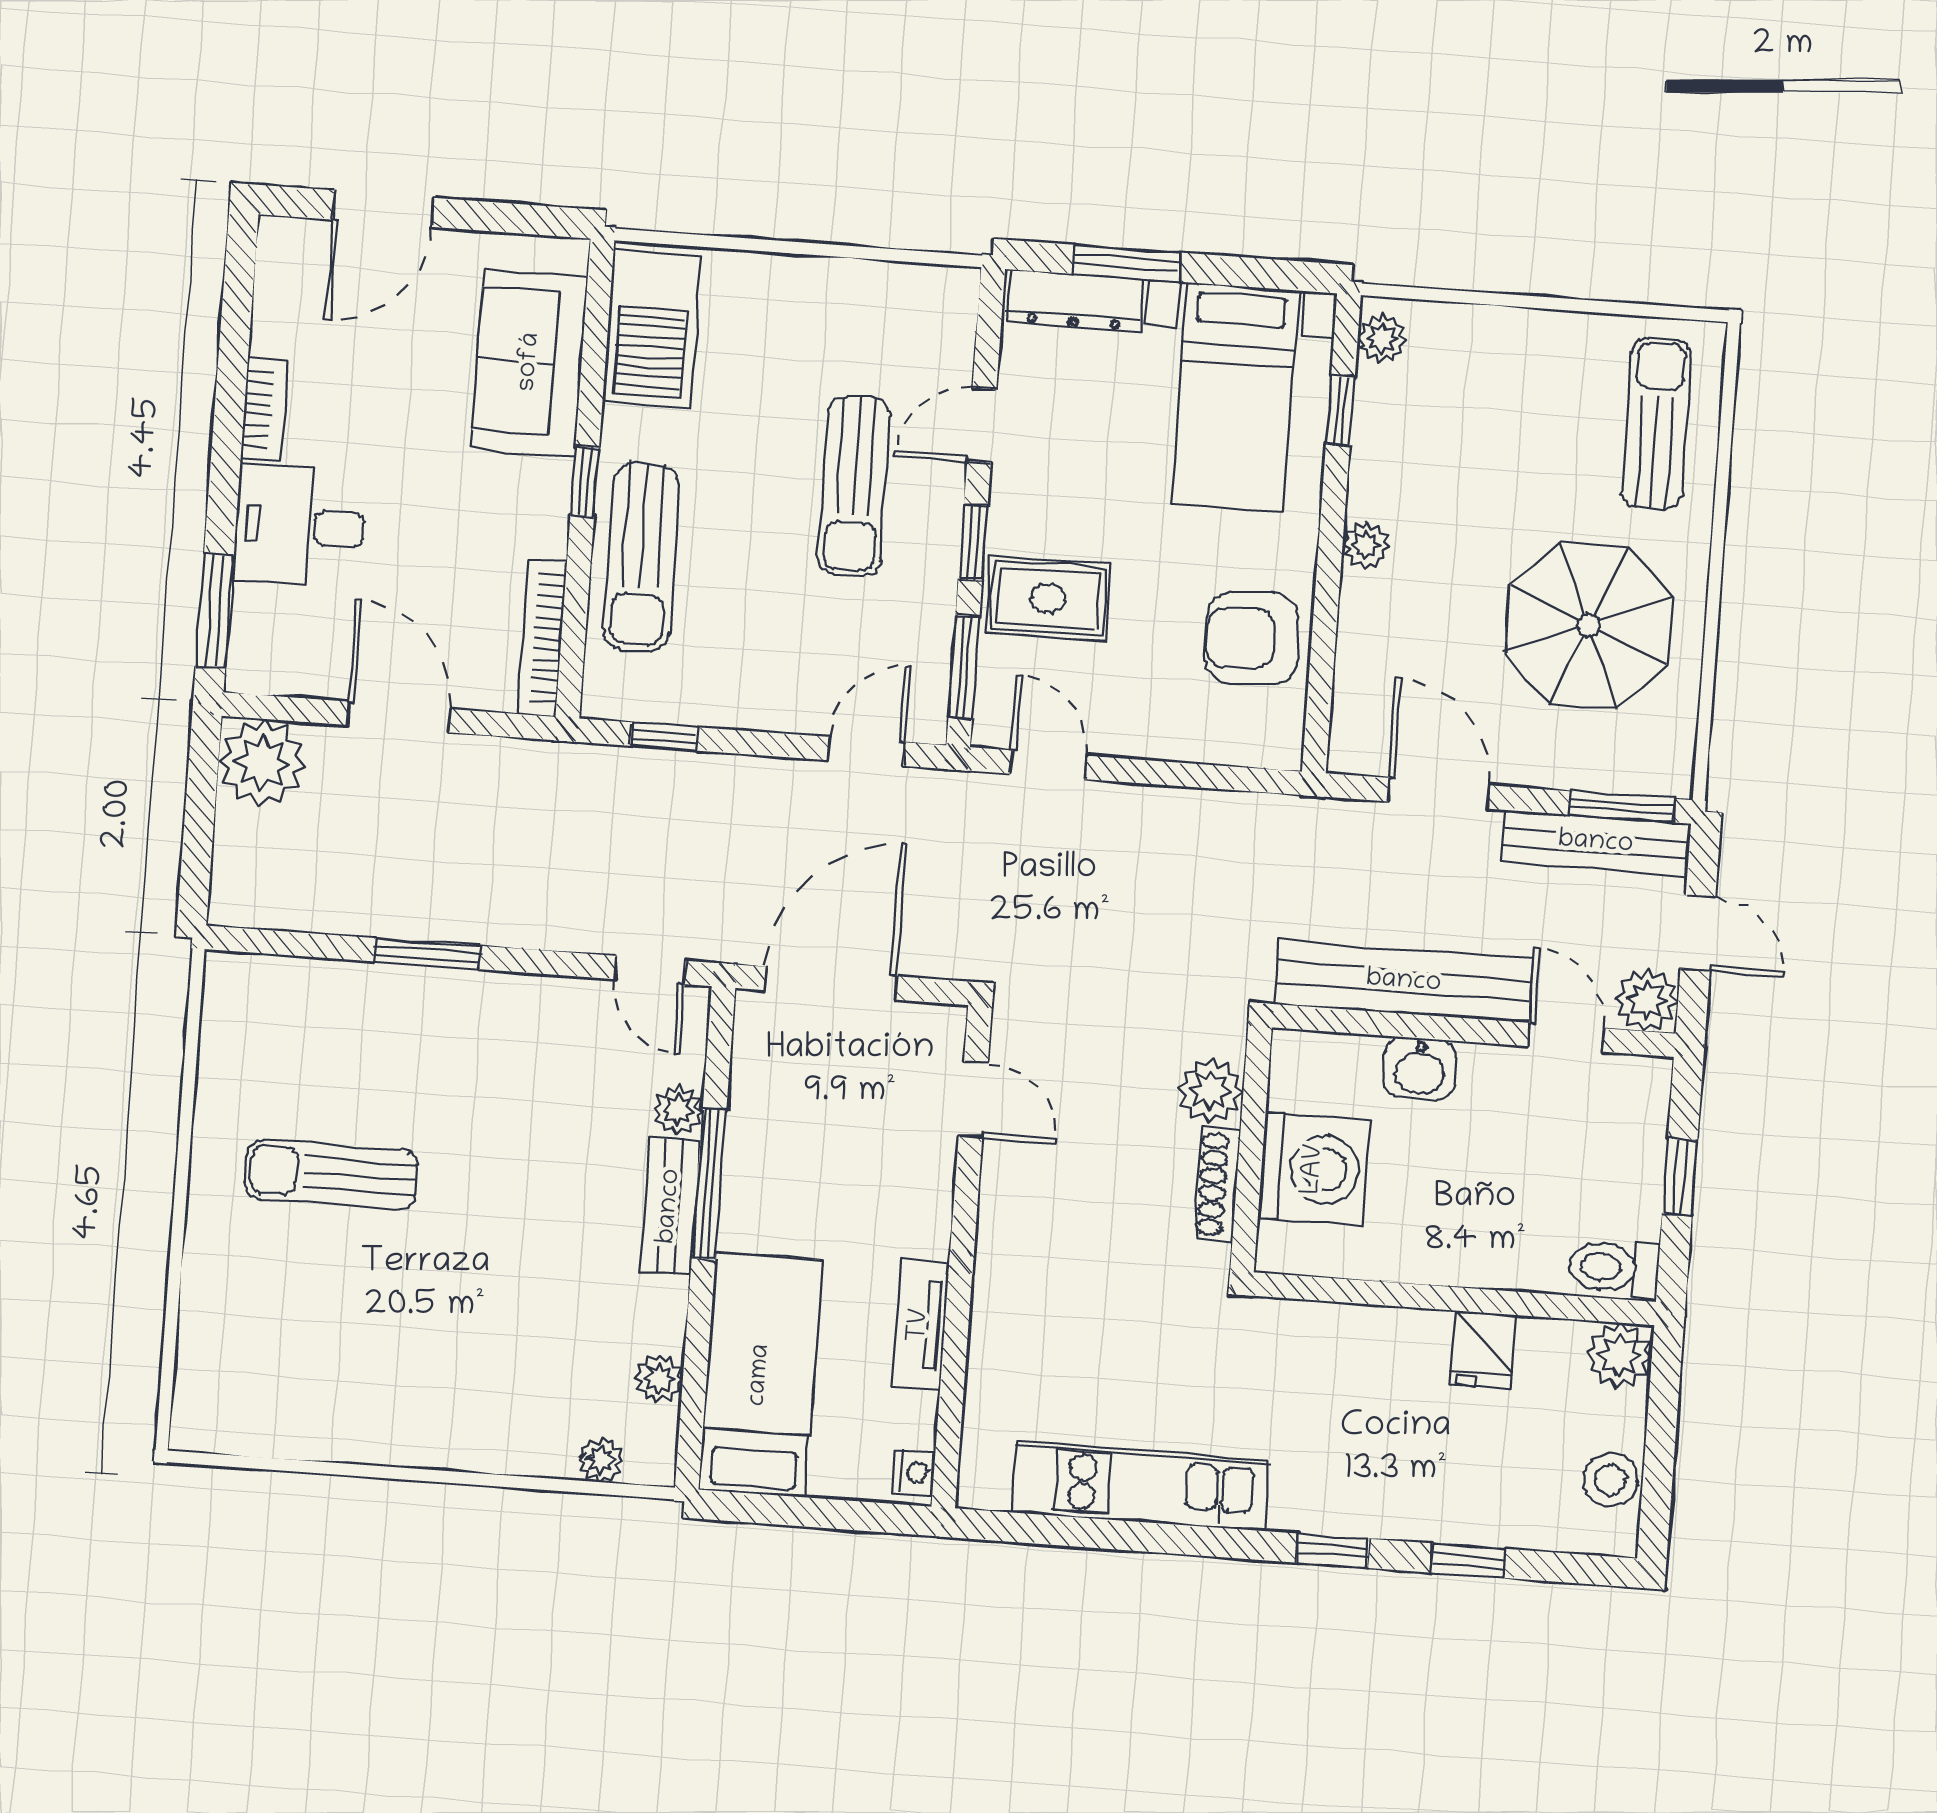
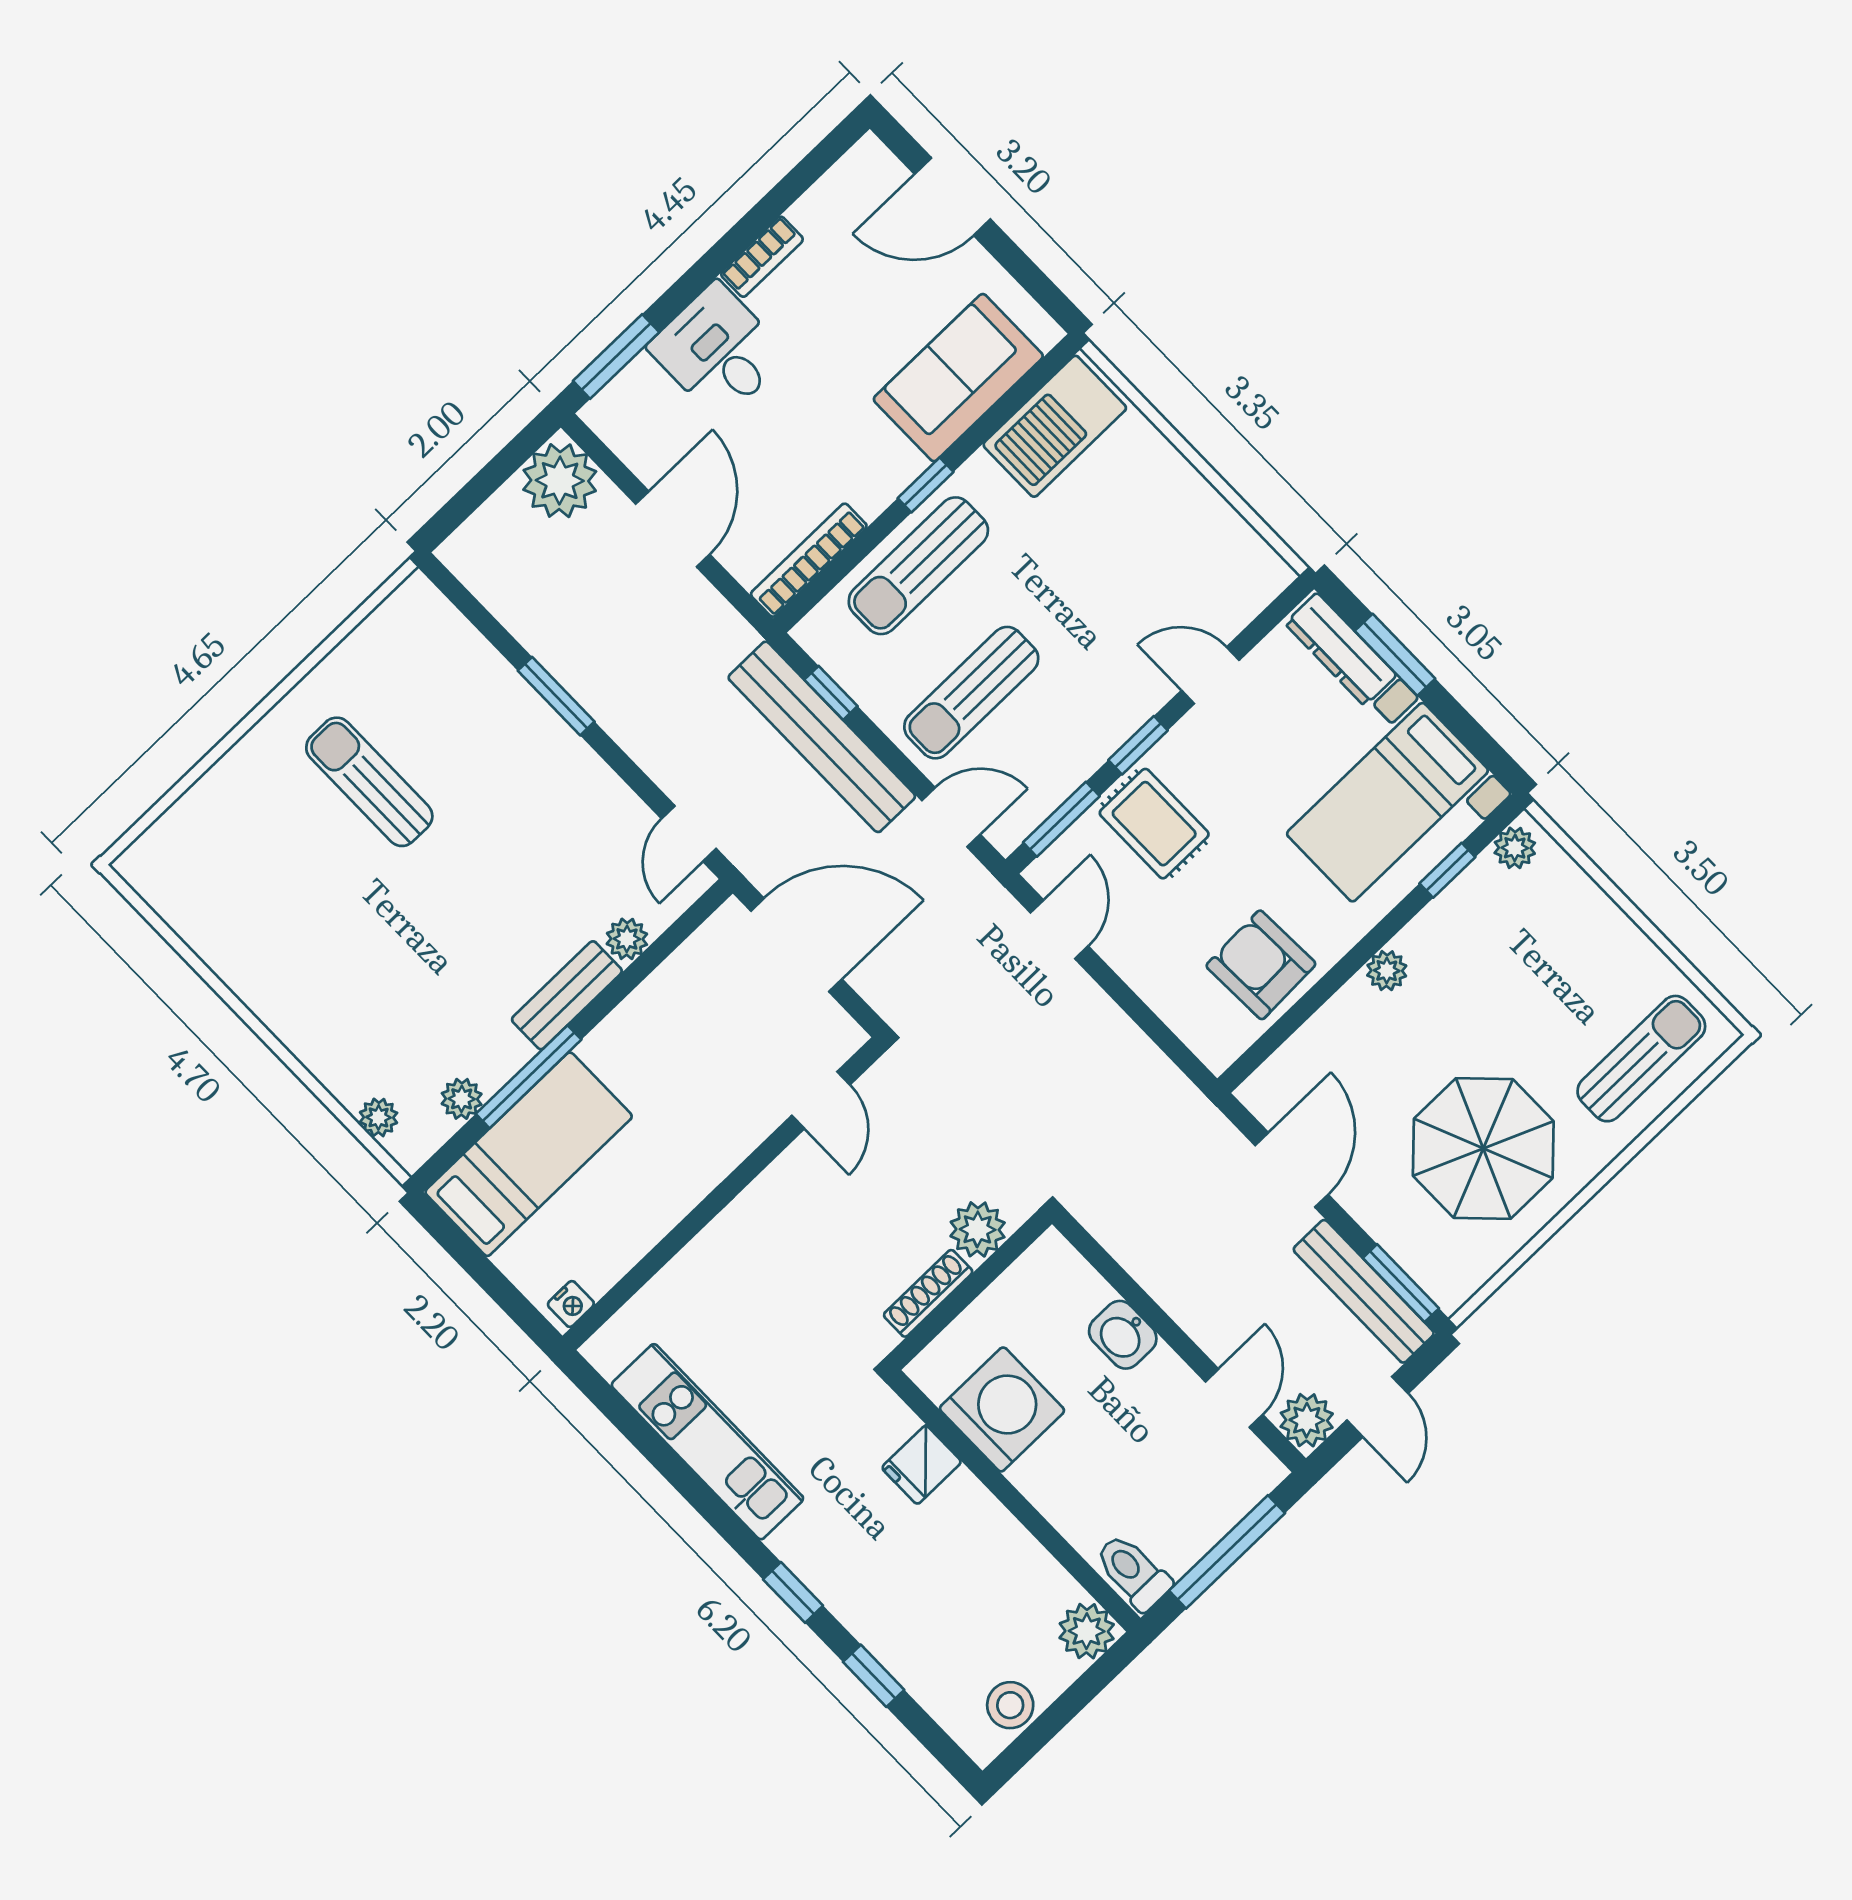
sun lounger: (854, 486) -> (971, 693), moved
bench: (1404, 982) -> (822, 737), moved
washing machine: (1314, 1169) -> (1002, 1409), moved, turned -90
window: (1680, 1177) -> (1227, 1552), width x2.17
window: (709, 1184) -> (529, 1077), moved
tv unit: (920, 1325) -> (659, 1213), removed
fridge: (1484, 1349) -> (922, 1465), moved

